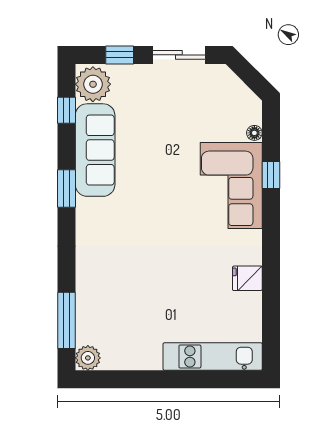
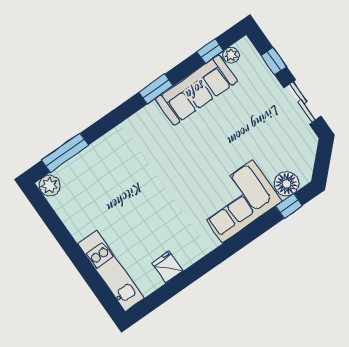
plant: (93, 84) -> (231, 55), width x0.53, depth x0.53
floor lamp: (254, 133) -> (287, 184), width x1.89, depth x1.89
window: (271, 175) -> (289, 206), moved
fridge: (247, 278) -> (167, 267), moved

